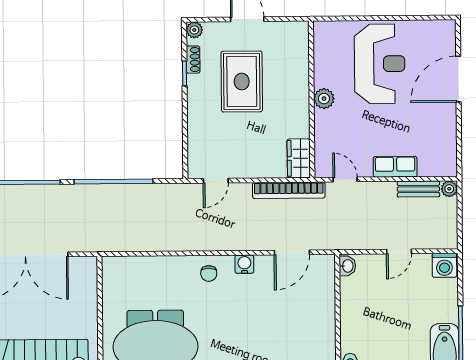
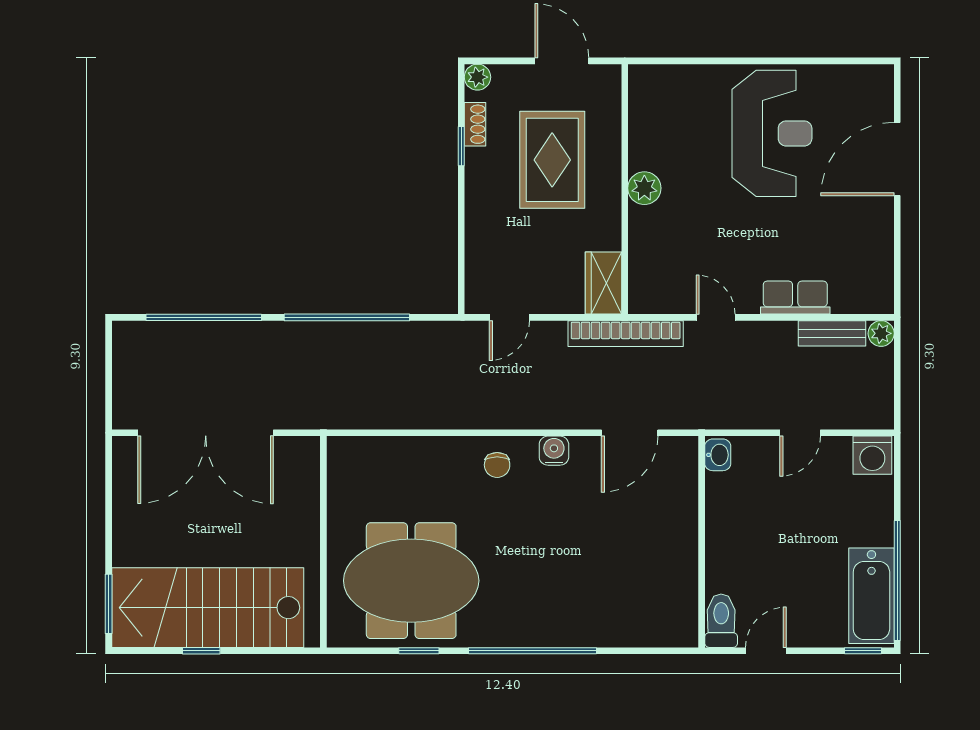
wall: (312, 99) -> (625, 189), moved
plant: (324, 99) -> (644, 188), moved
wardrobe: (299, 158) -> (603, 283), moved

